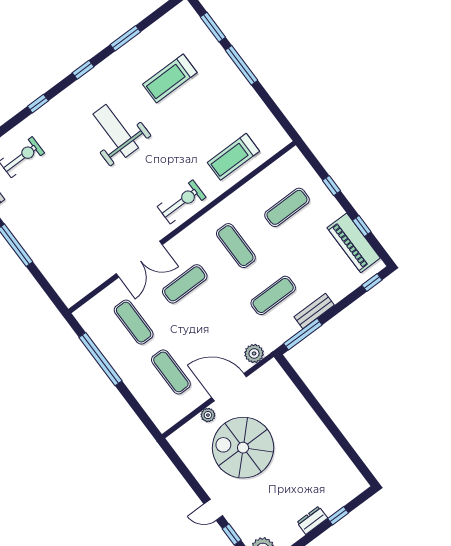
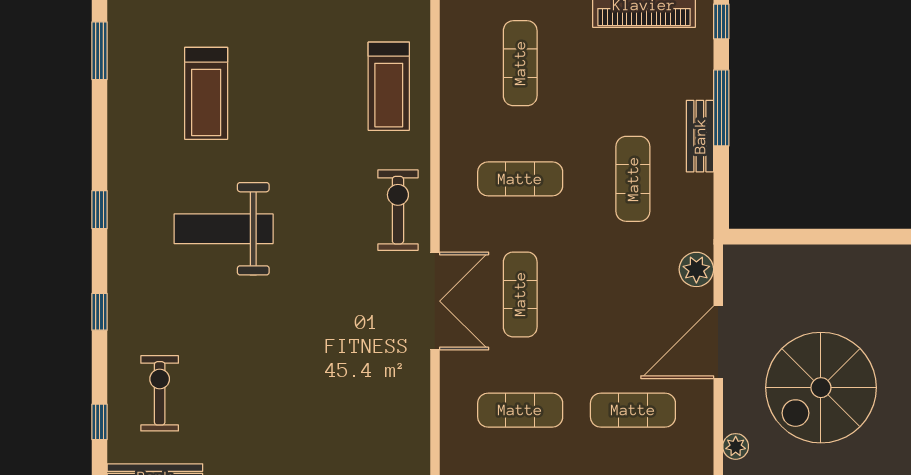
window: (125, 38) -> (99, 51), moved
double door: (139, 259) -> (435, 301), moved
window: (303, 334) -> (721, 108), moved
plant: (208, 415) -> (736, 446), moved

